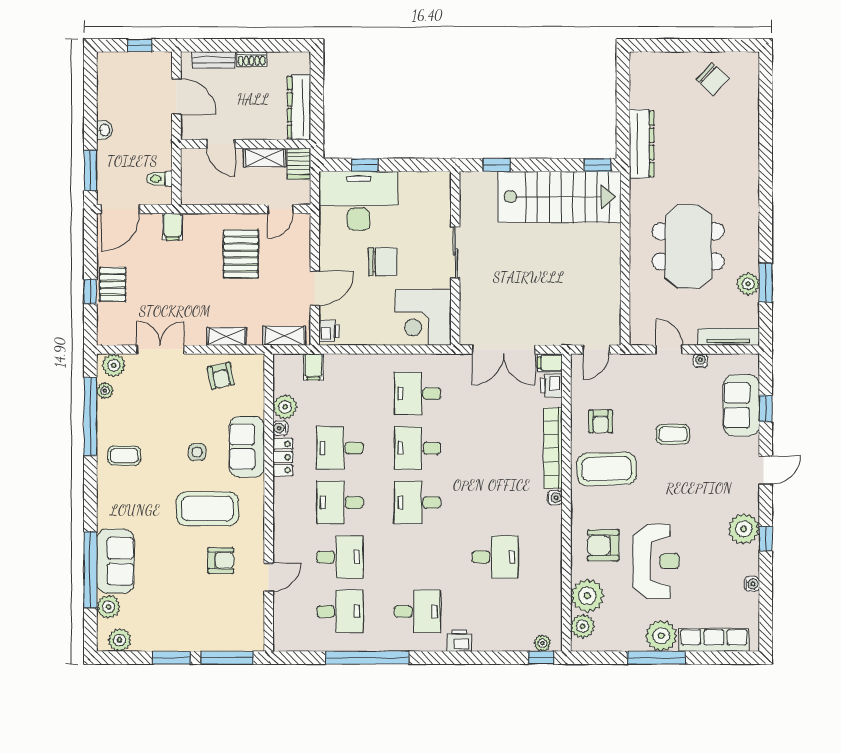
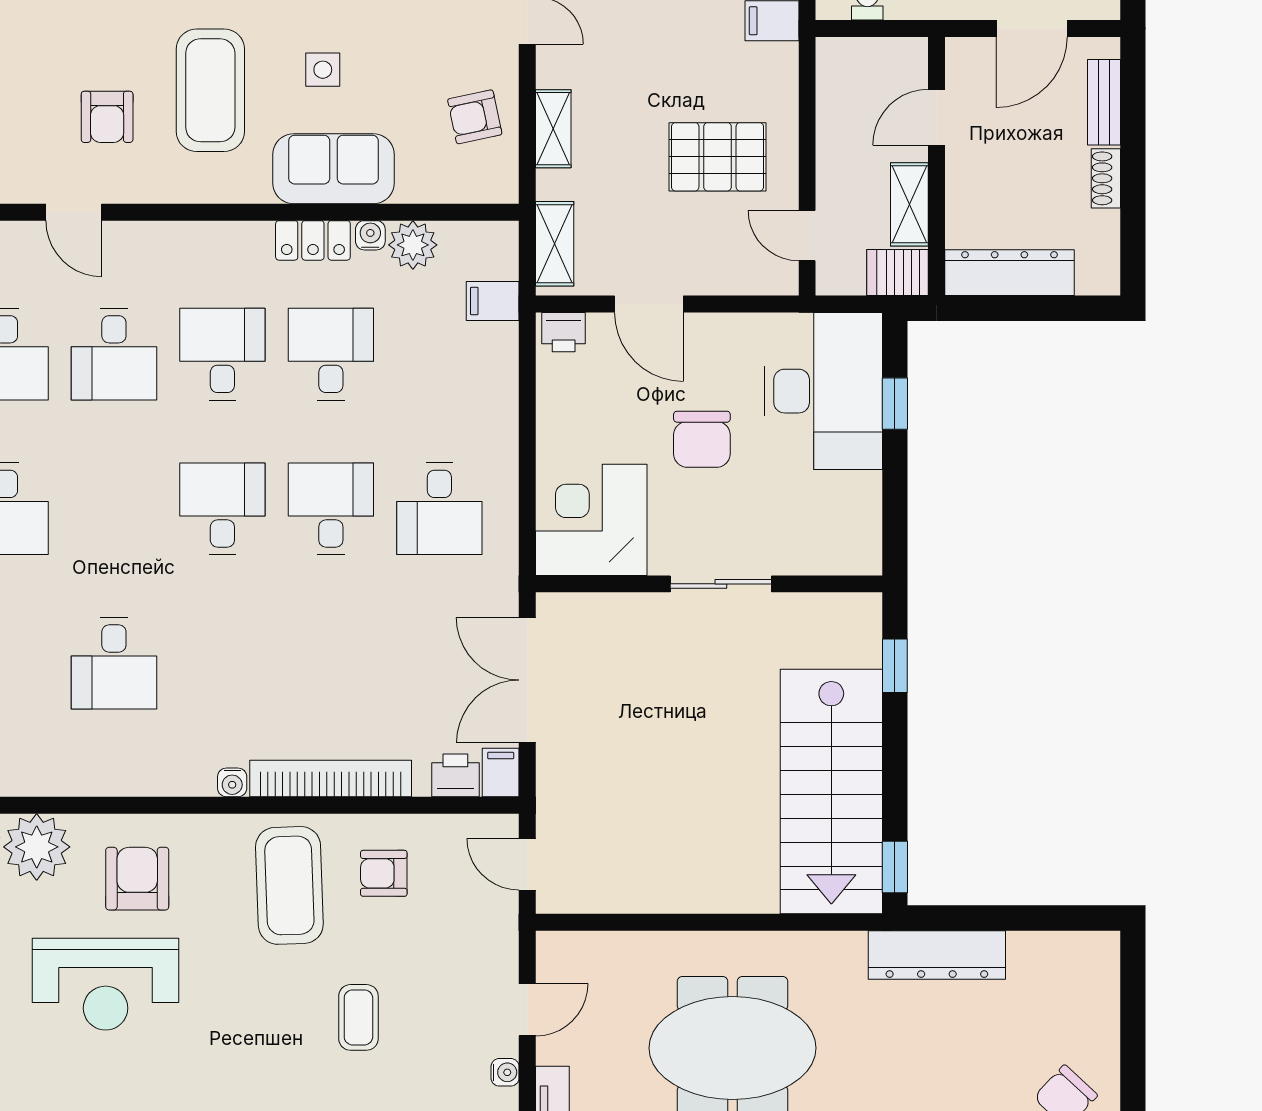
desk: (418, 394) -> (439, 509), turned 180

